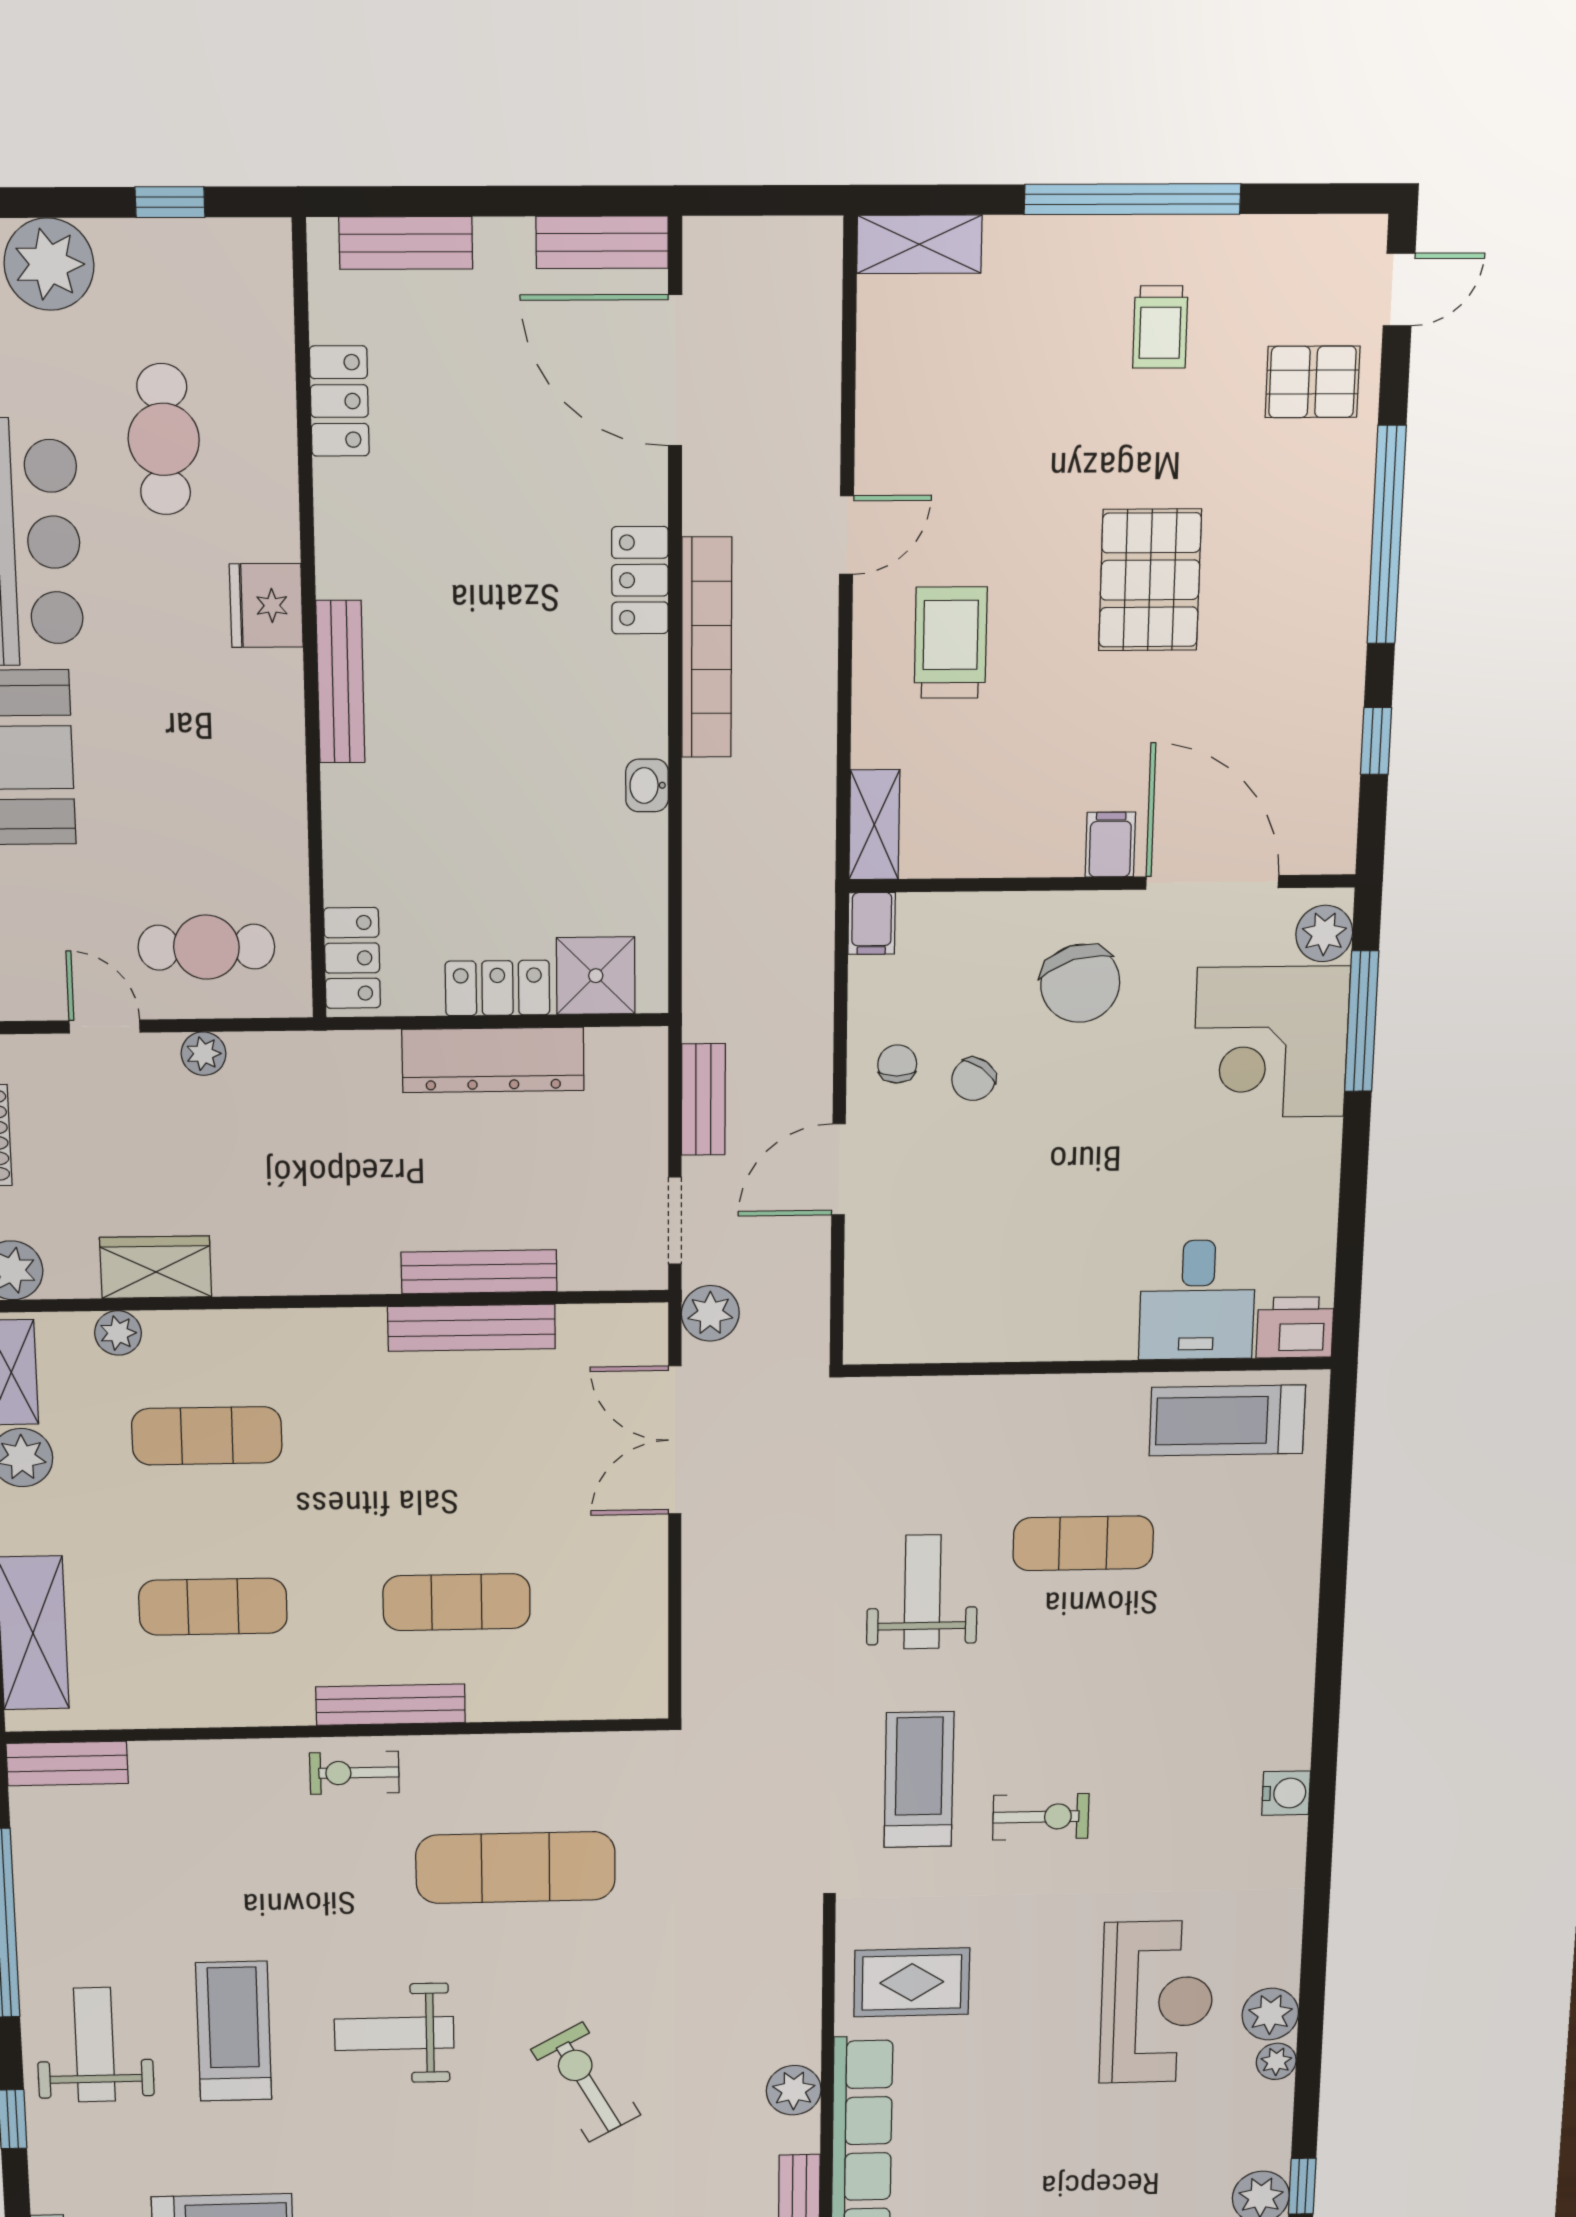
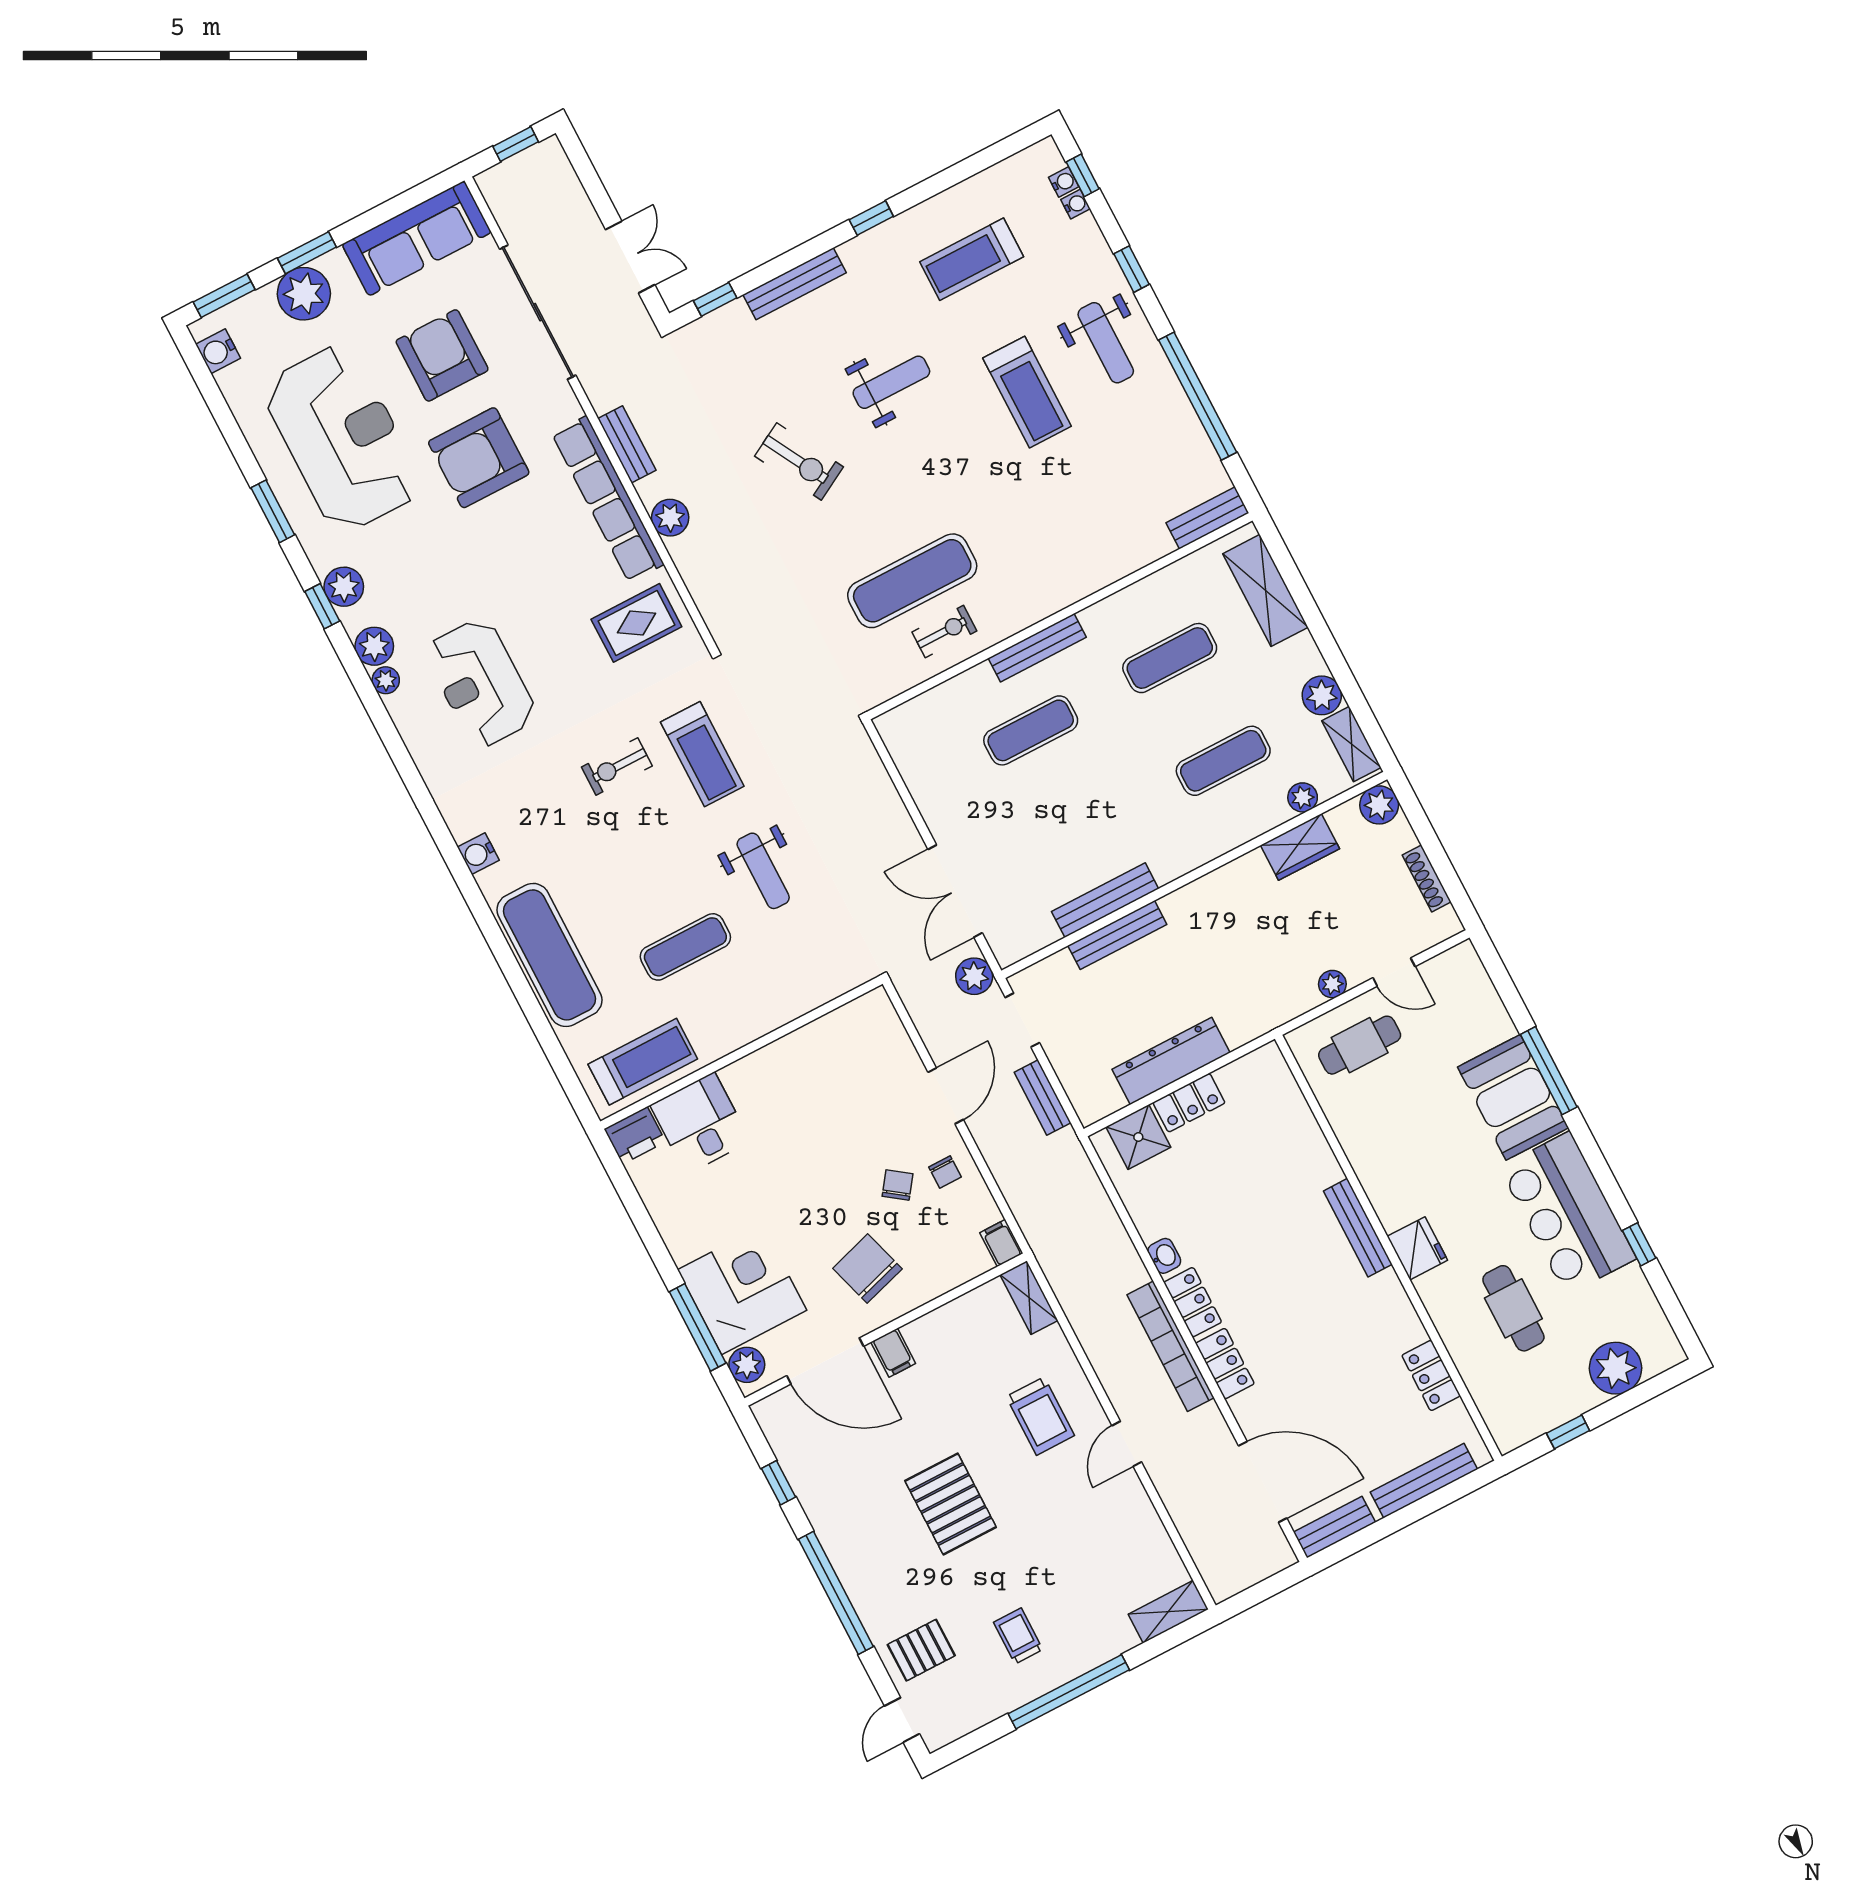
bench: (406, 243) -> (1424, 1481), width x1.36
locker: (352, 958) -> (1193, 1302), moved, turned 180
double door: (675, 1440) -> (955, 891), swing flipped
exercise mat: (1270, 1620) -> (550, 955), added
exercise bike: (354, 1773) -> (944, 632), moved
plant: (1270, 2014) -> (374, 646), moved
weight bench: (394, 2034) -> (891, 382), moved

